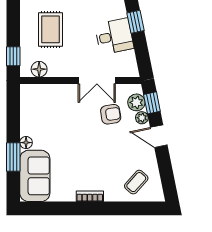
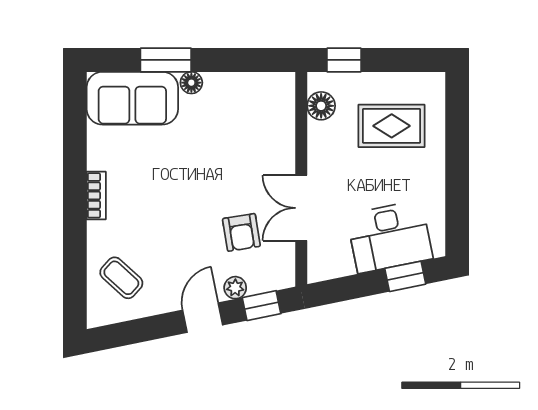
desk: (114, 36) -> (390, 237), width x1.37
plant: (136, 102) -> (262, 278), removed

